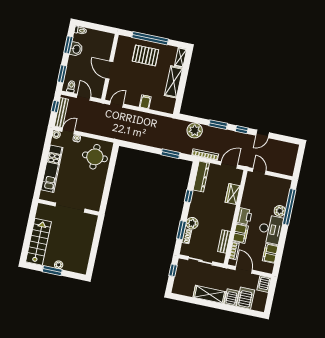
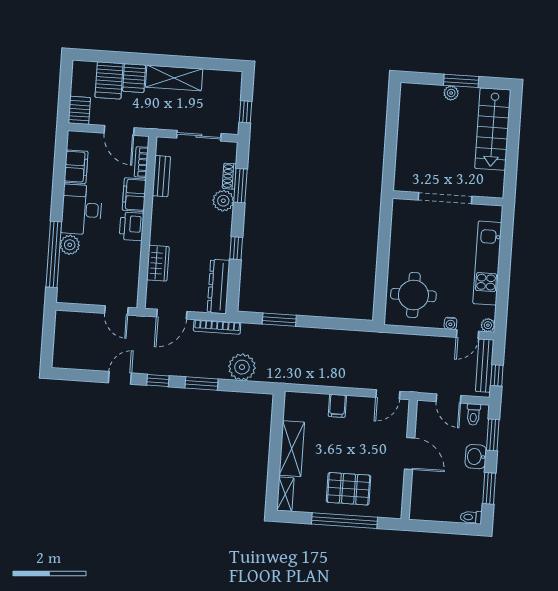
washbasin: (76, 49) -> (476, 457), moved

